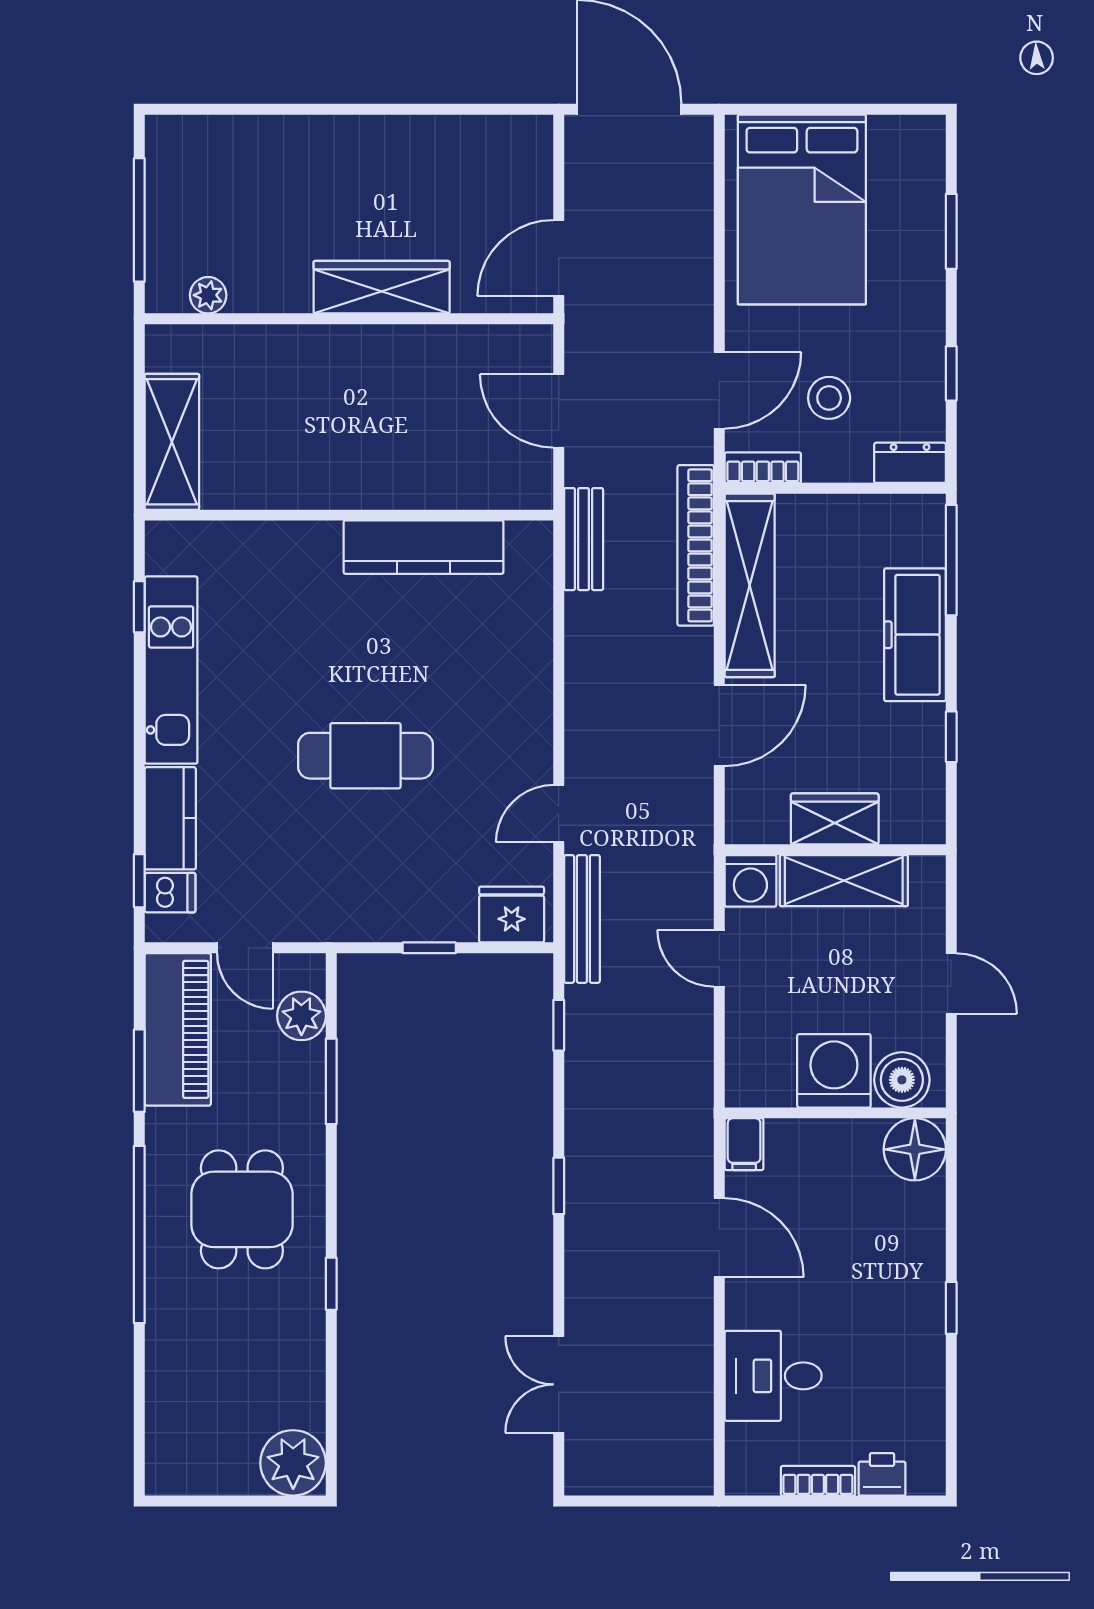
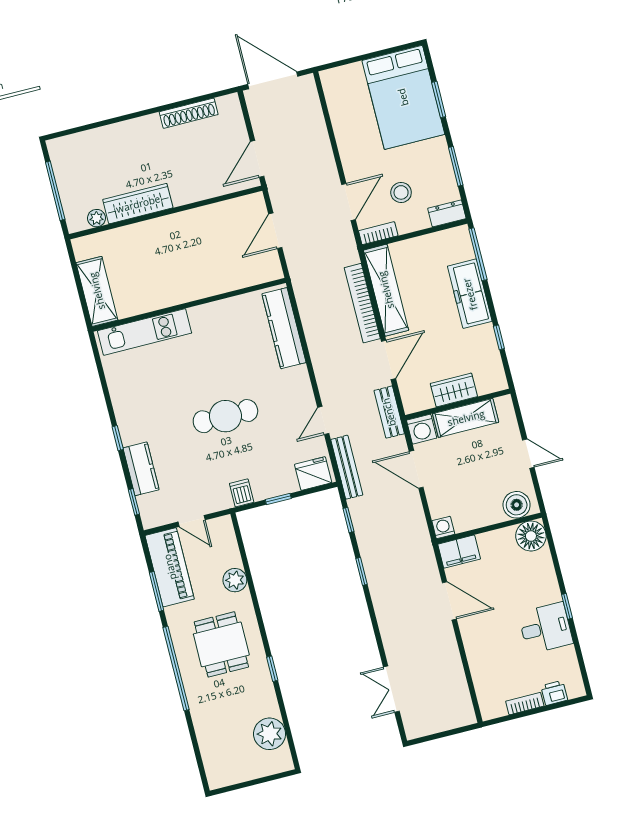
shoe rack: (445, 132) -> (189, 113), added
bed: (802, 209) -> (403, 97), moved
wardrobe: (382, 287) -> (138, 204), moved
window: (951, 373) -> (456, 166), width x1.50
door: (559, 411) -> (275, 231), hinge flipped
bench: (584, 539) -> (389, 412), moved
bookcase: (696, 545) -> (362, 303), moved
kitchen counter: (424, 547) -> (284, 328), moved, turned 90
window: (139, 607) -> (118, 438), moved
kitchen unit: (171, 670) -> (145, 332), moved, turned 90
dishwasher: (170, 893) -> (242, 493), moved, turned -90
door: (719, 958) -> (416, 469), width x1.38
plant: (301, 1016) -> (235, 580), moved
washing machine: (834, 1071) -> (443, 528), moved, width x0.53, depth x0.53
window: (331, 1081) -> (248, 574), removed
filing cabinet: (744, 1144) -> (459, 552), width x2.00
window: (559, 1186) -> (362, 571), moved
desk: (773, 1376) -> (545, 628), moved, turned 180
plant: (293, 1463) -> (270, 734), moved

